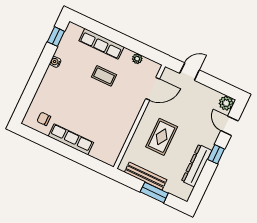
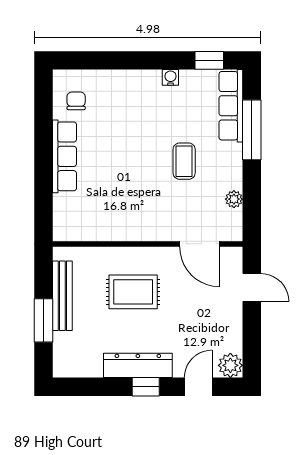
window: (104, 31) -> (252, 130), added
row of seats: (102, 44) -> (231, 106), moved
dresser: (197, 166) -> (138, 365), moved

